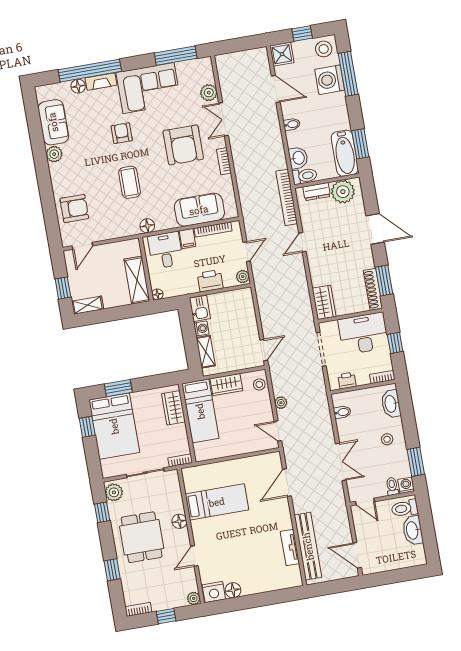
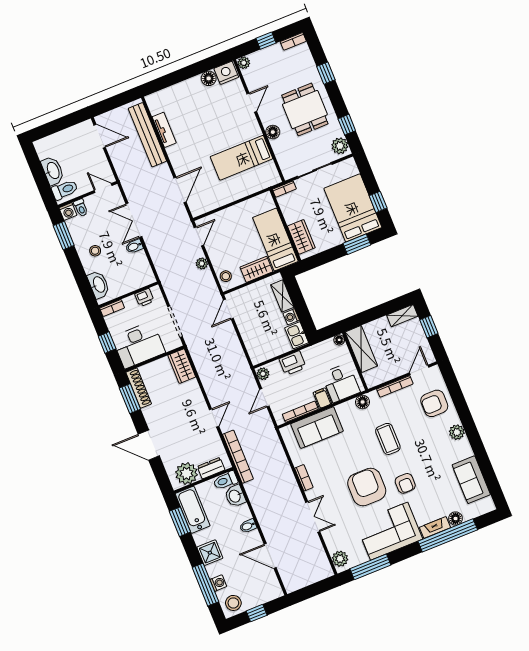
shower: (282, 54) -> (210, 553), moved
washing machine: (330, 80) -> (218, 583), width x0.53, depth x0.53
plant: (209, 93) -> (340, 559), moved
armchair: (183, 145) -> (367, 487), moved
plant: (54, 154) -> (457, 432), moved
bookcase: (111, 234) -> (395, 386), added
bidet: (342, 412) -> (134, 246), moved
door: (278, 431) -> (199, 236), hinge flipped

